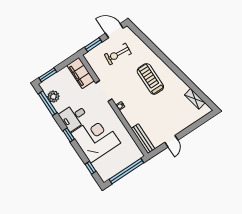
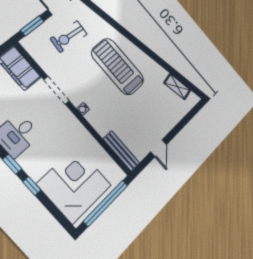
treadmill: (150, 79) -> (118, 67), width x1.37, depth x1.38
corner desk: (96, 138) -> (74, 184), moved
window: (90, 168) -> (32, 186), moved

